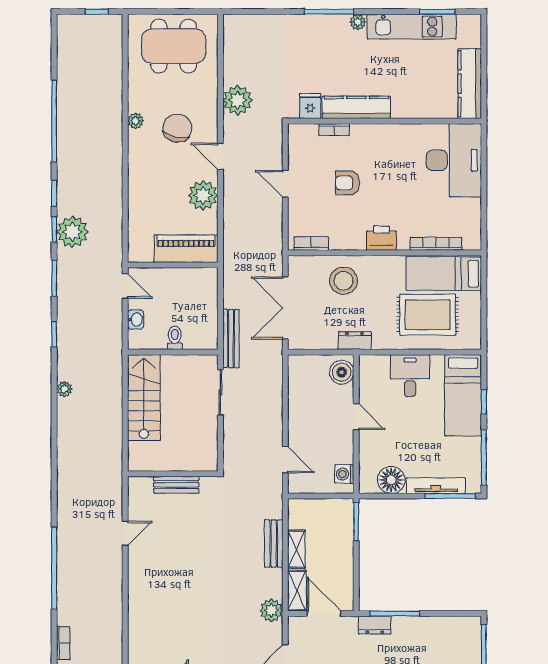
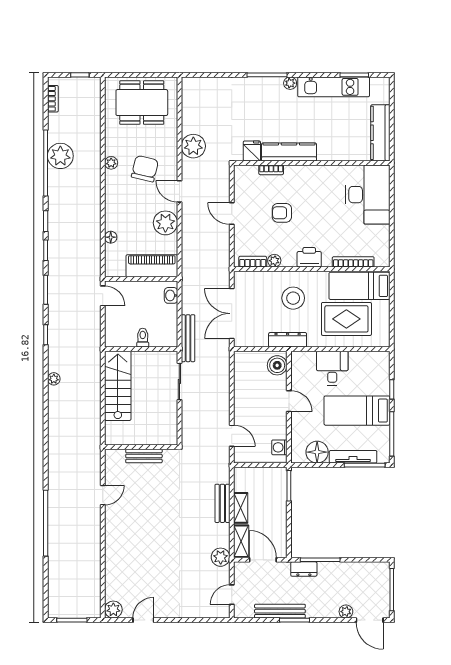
floor lamp: (135, 213) -> (111, 237), added
plant: (72, 232) -> (60, 156), moved
plant: (338, 242) -> (274, 261), added
stool: (343, 281) -> (293, 298), moved
washbasin: (136, 320) -> (171, 295), moved, turned 180
dresser: (355, 341) -> (288, 340), width x1.44
bed: (463, 395) -> (357, 411), moved, turned 90
bookcase: (63, 643) -> (53, 99), moved

